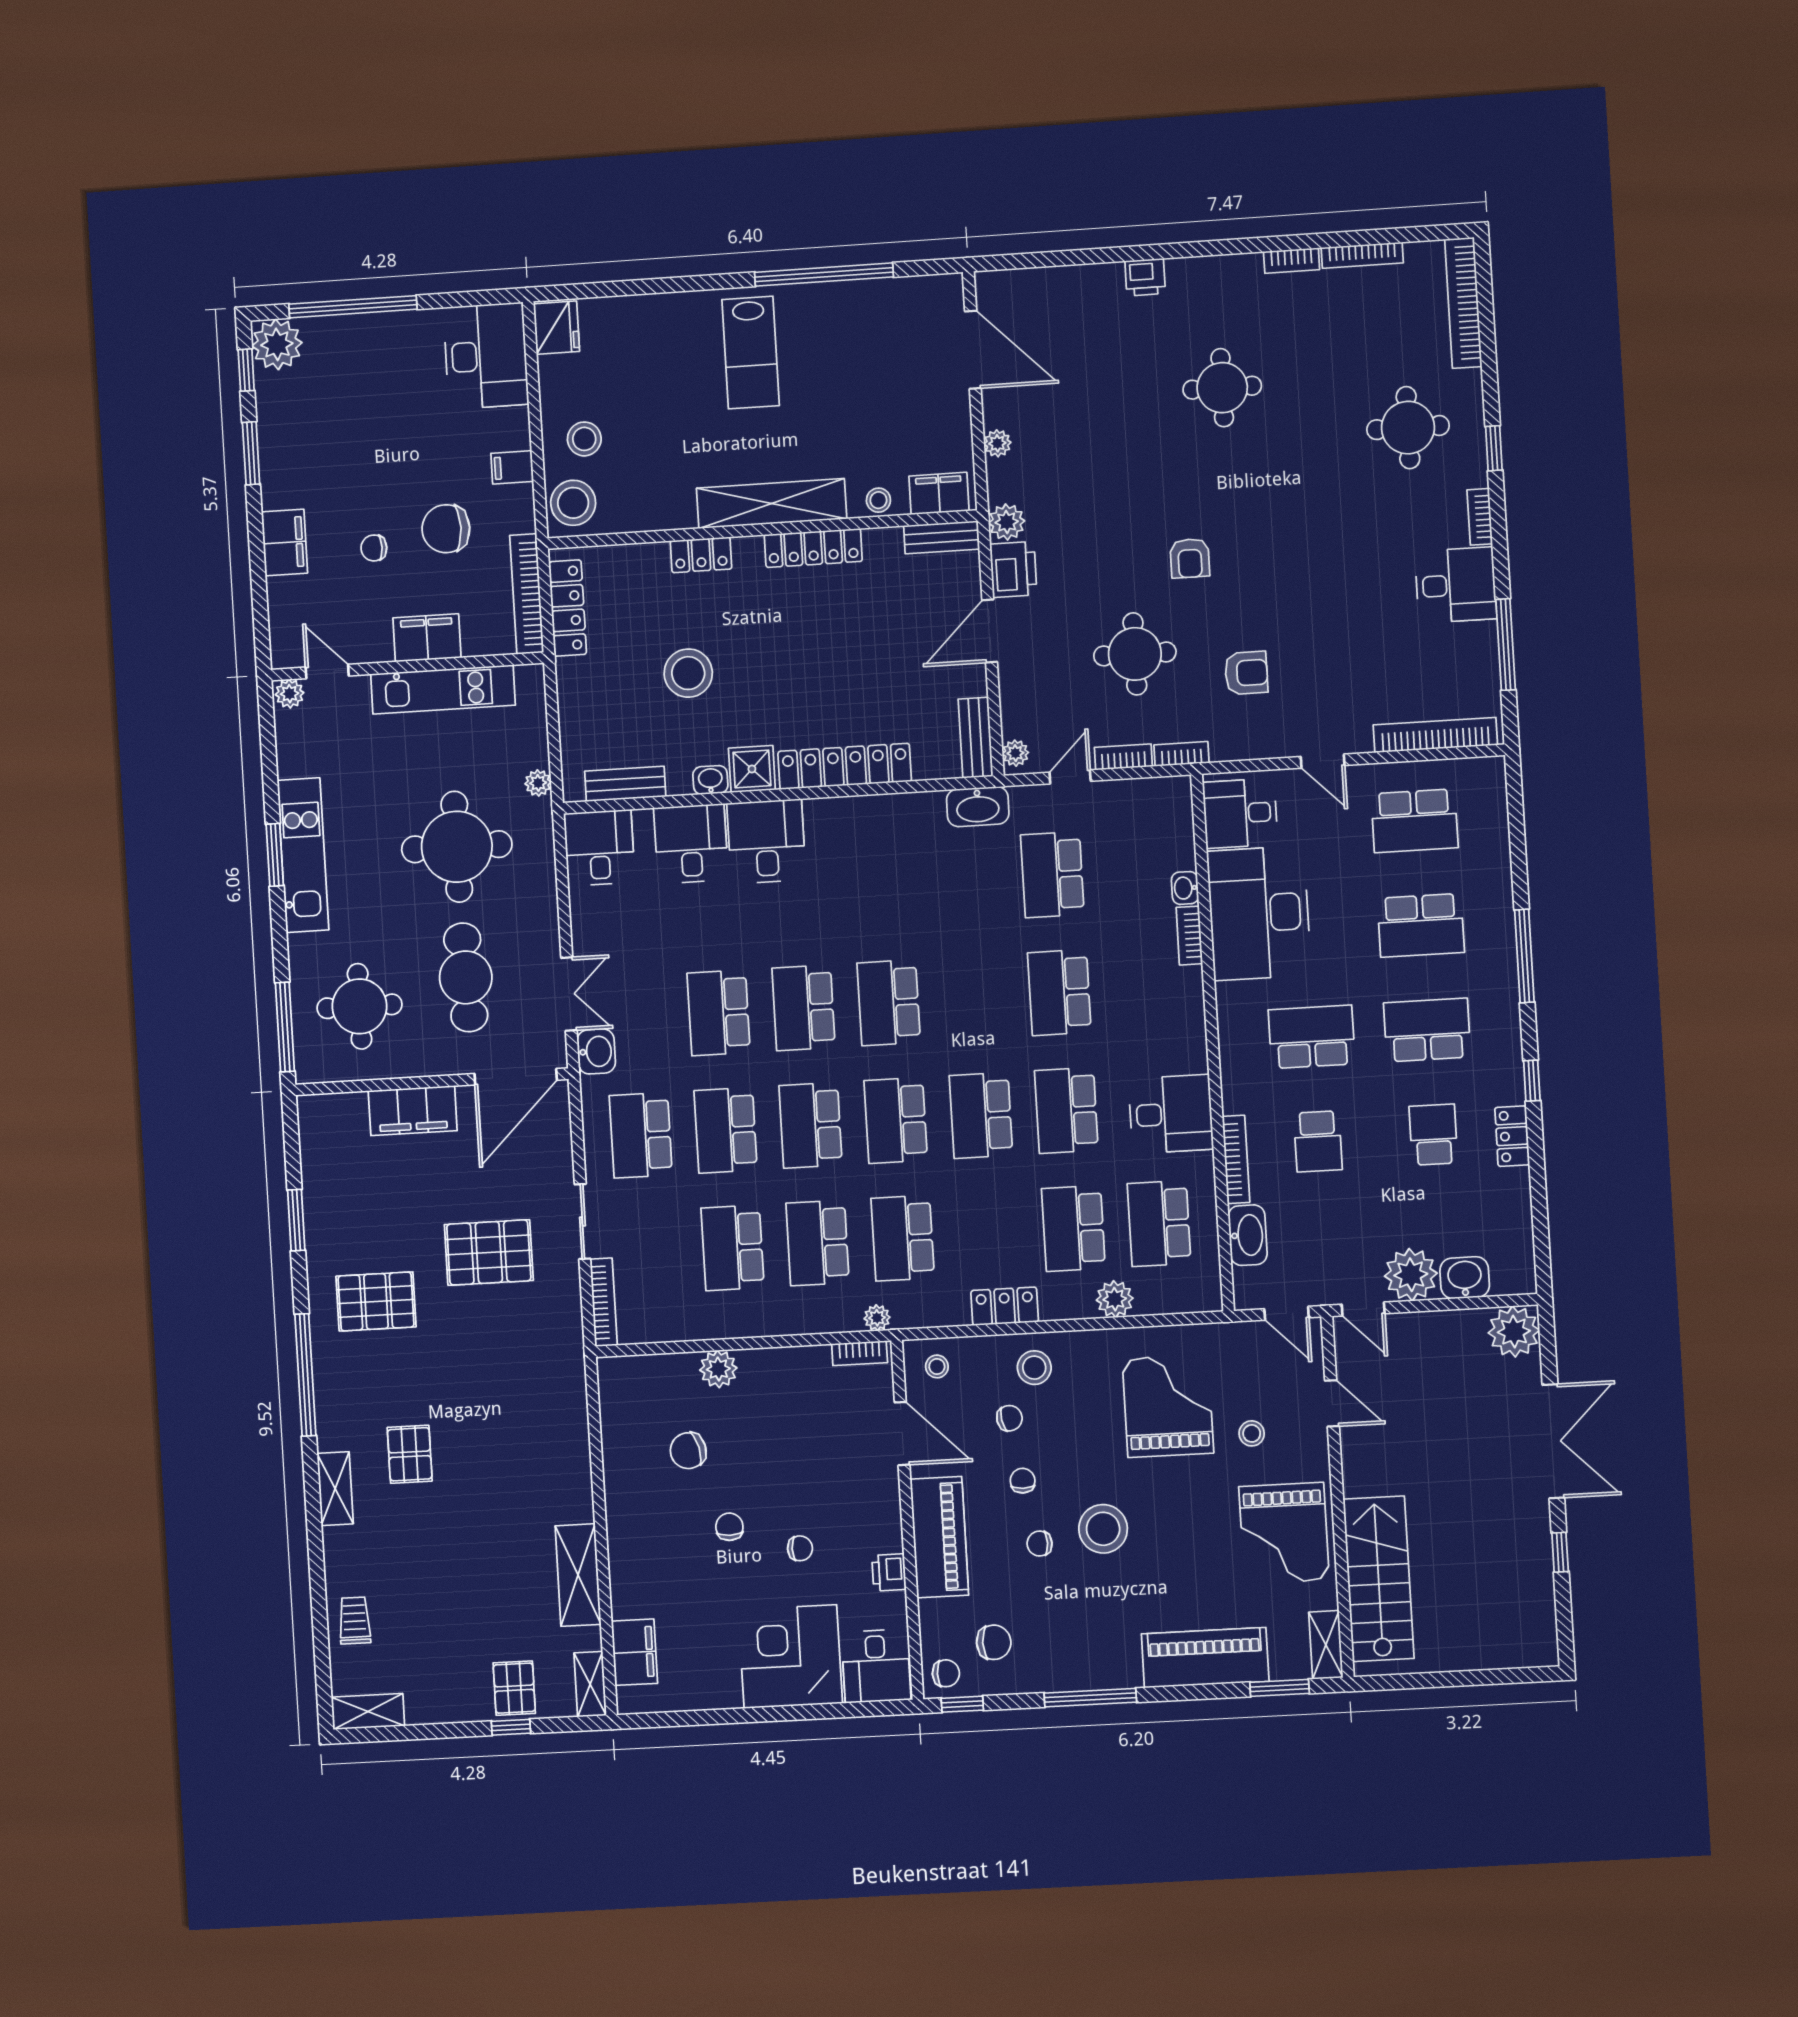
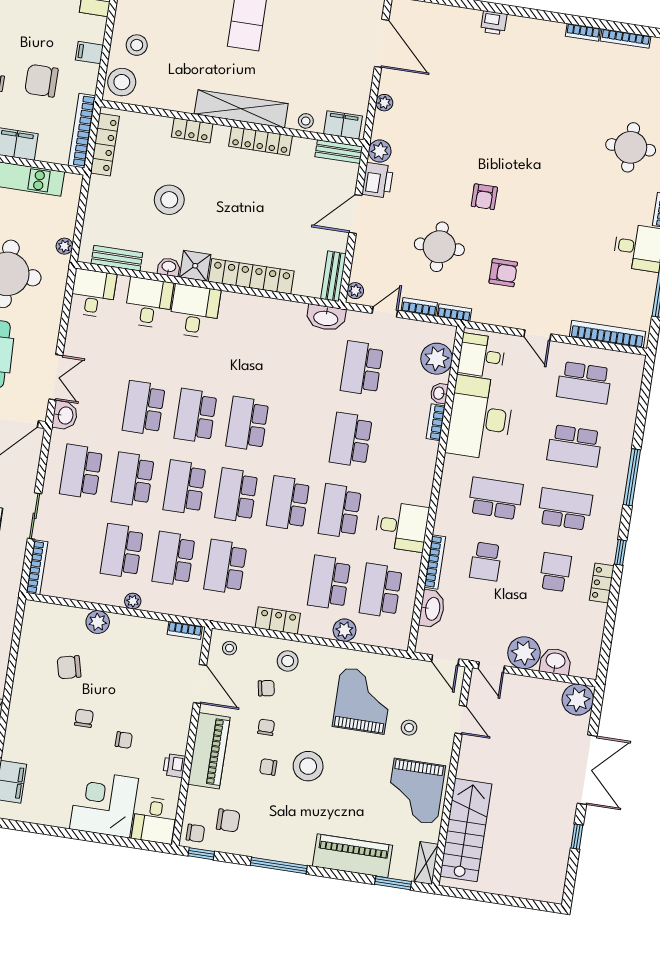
round table: (1222, 388) -> (525, 99), removed
plant: (1169, 834) -> (437, 359), added
plant: (877, 1318) -> (133, 601), moved

